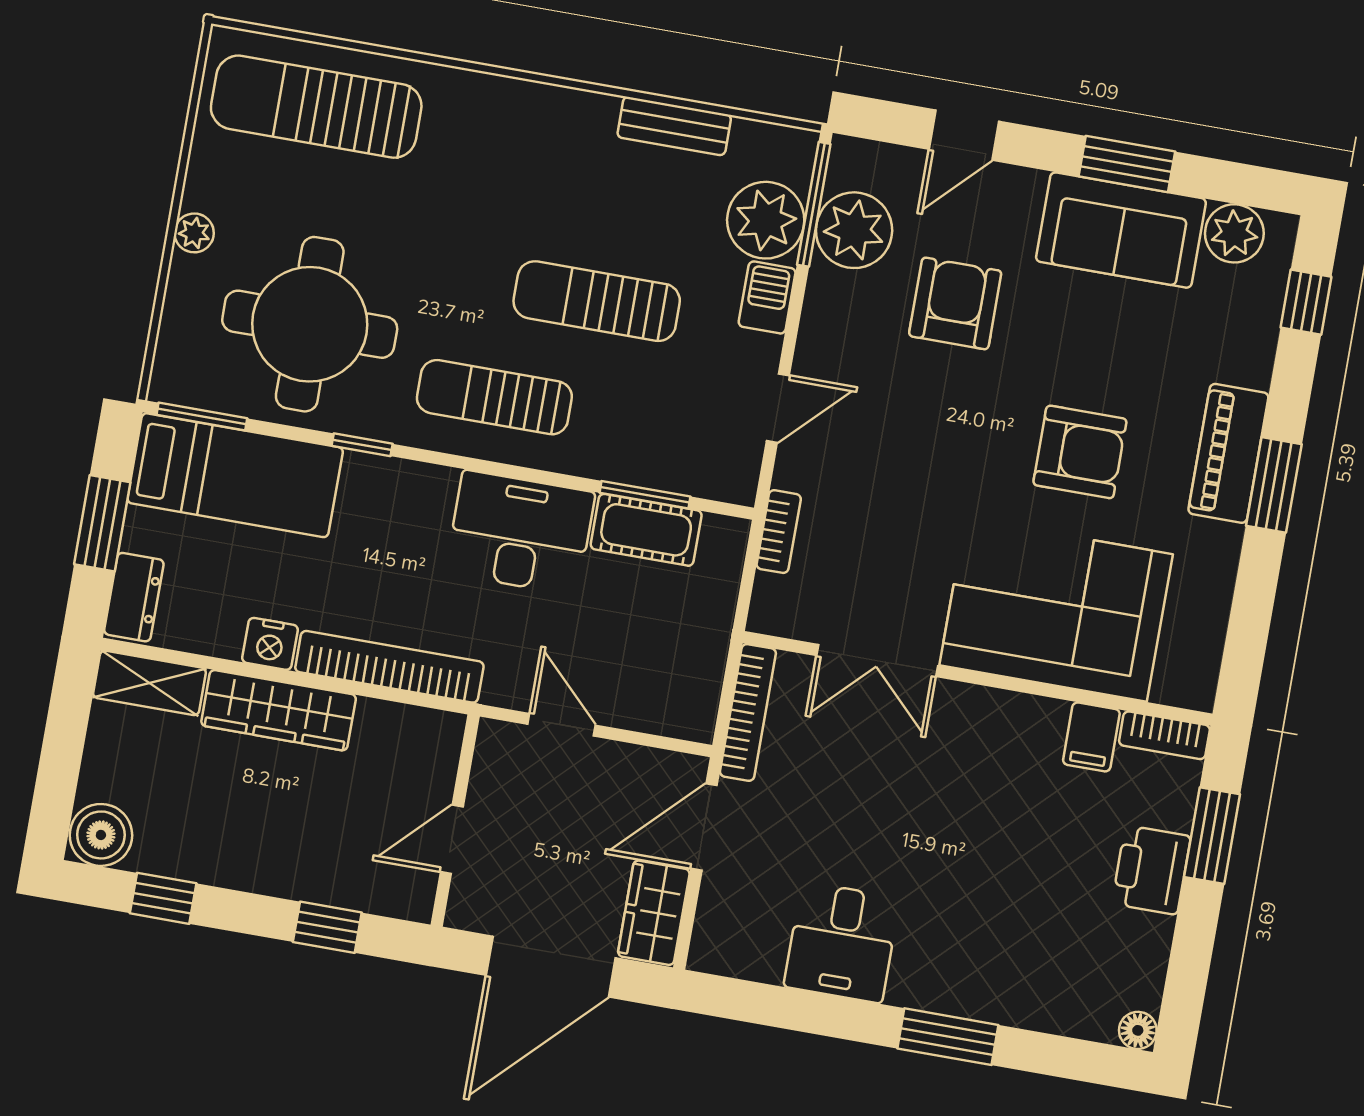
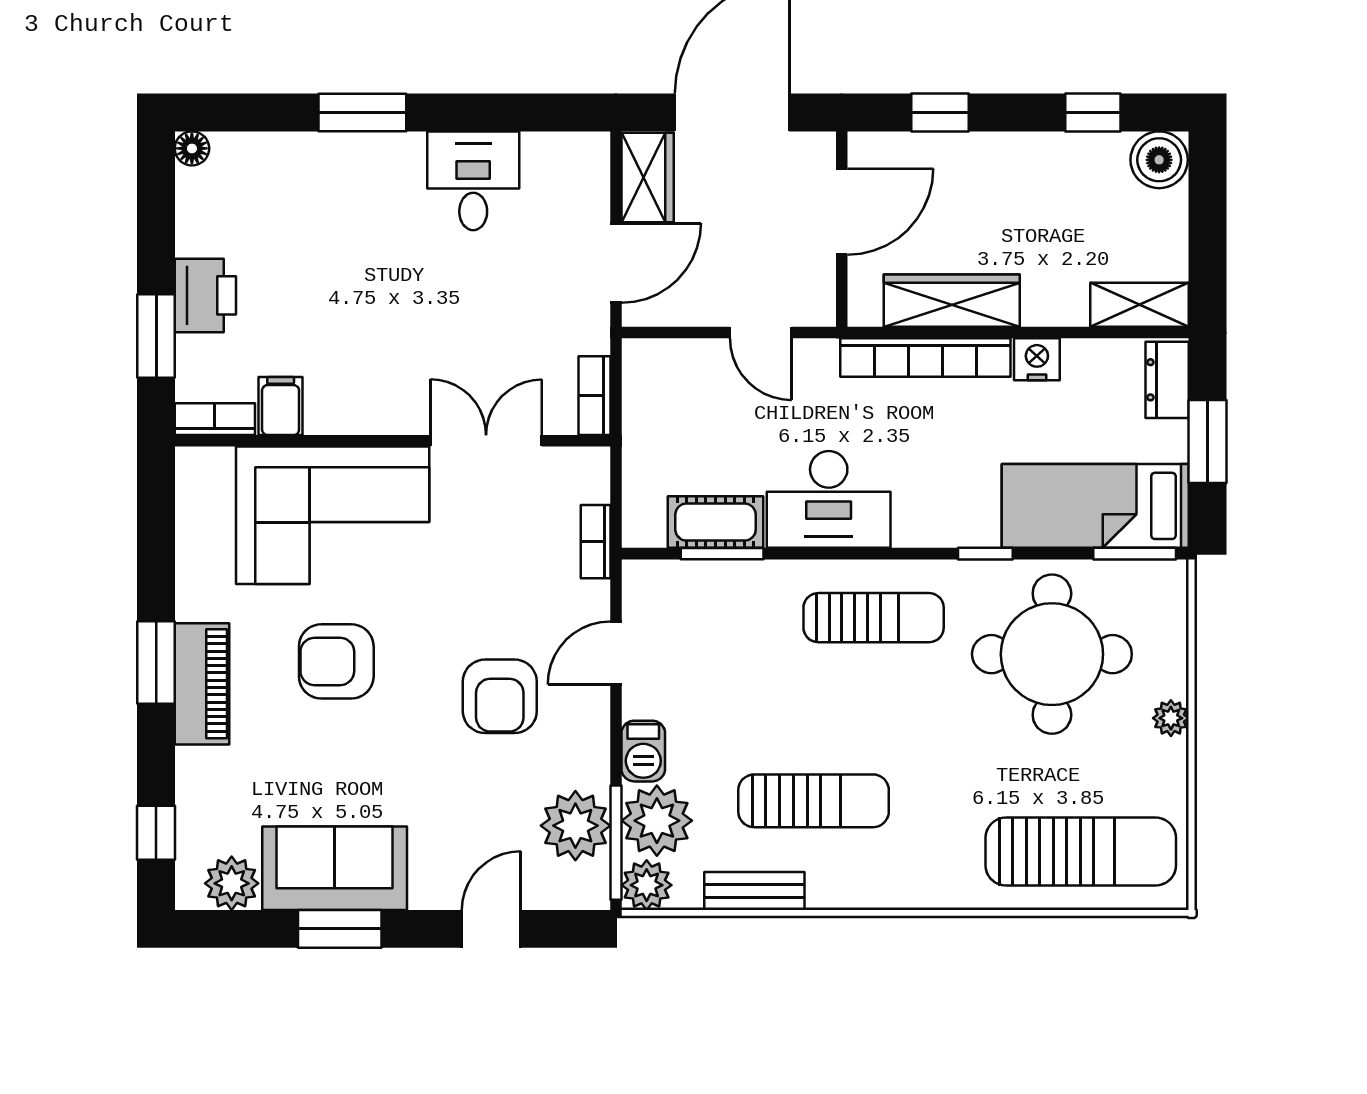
plant: (789, 153) -> (647, 885), added
sun lounger: (597, 301) -> (814, 801), moved
armchair: (955, 303) -> (500, 696), moved
wardrobe: (279, 710) -> (952, 301), moved
bookcase: (748, 712) -> (594, 396), width x0.64
door: (452, 839) -> (842, 212), width x1.38

